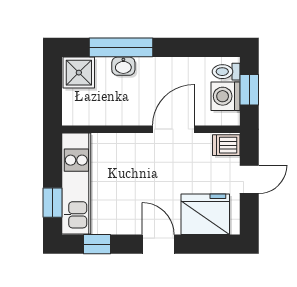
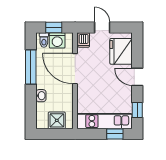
window: (121, 47) -> (31, 67), moved
shower: (79, 73) -> (57, 120), moved
door: (173, 129) -> (75, 69), width x1.36
door: (158, 244) -> (137, 77), hinge flipped

